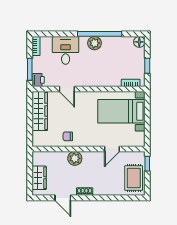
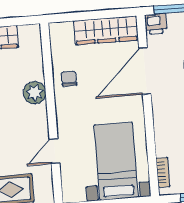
door: (67, 89) -> (145, 71), width x1.88
door: (112, 149) -> (55, 151), hinge flipped

